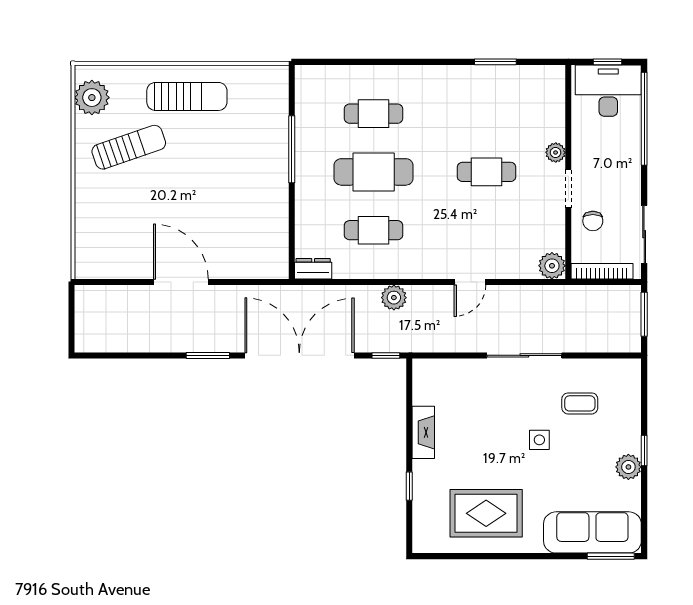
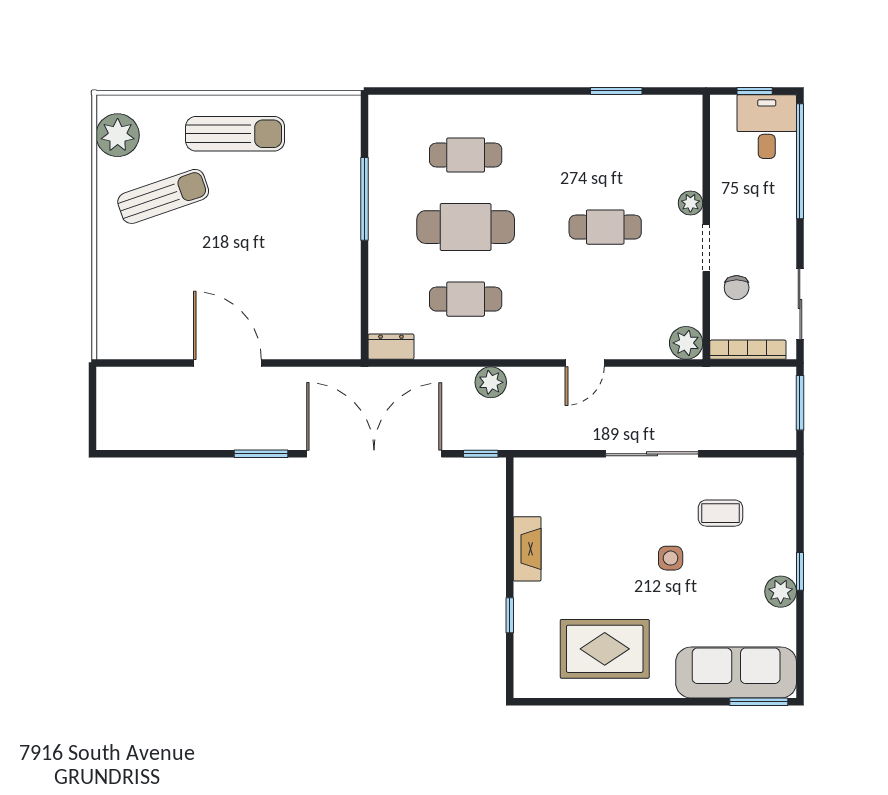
desk: (608, 91) -> (767, 127), width x0.73

